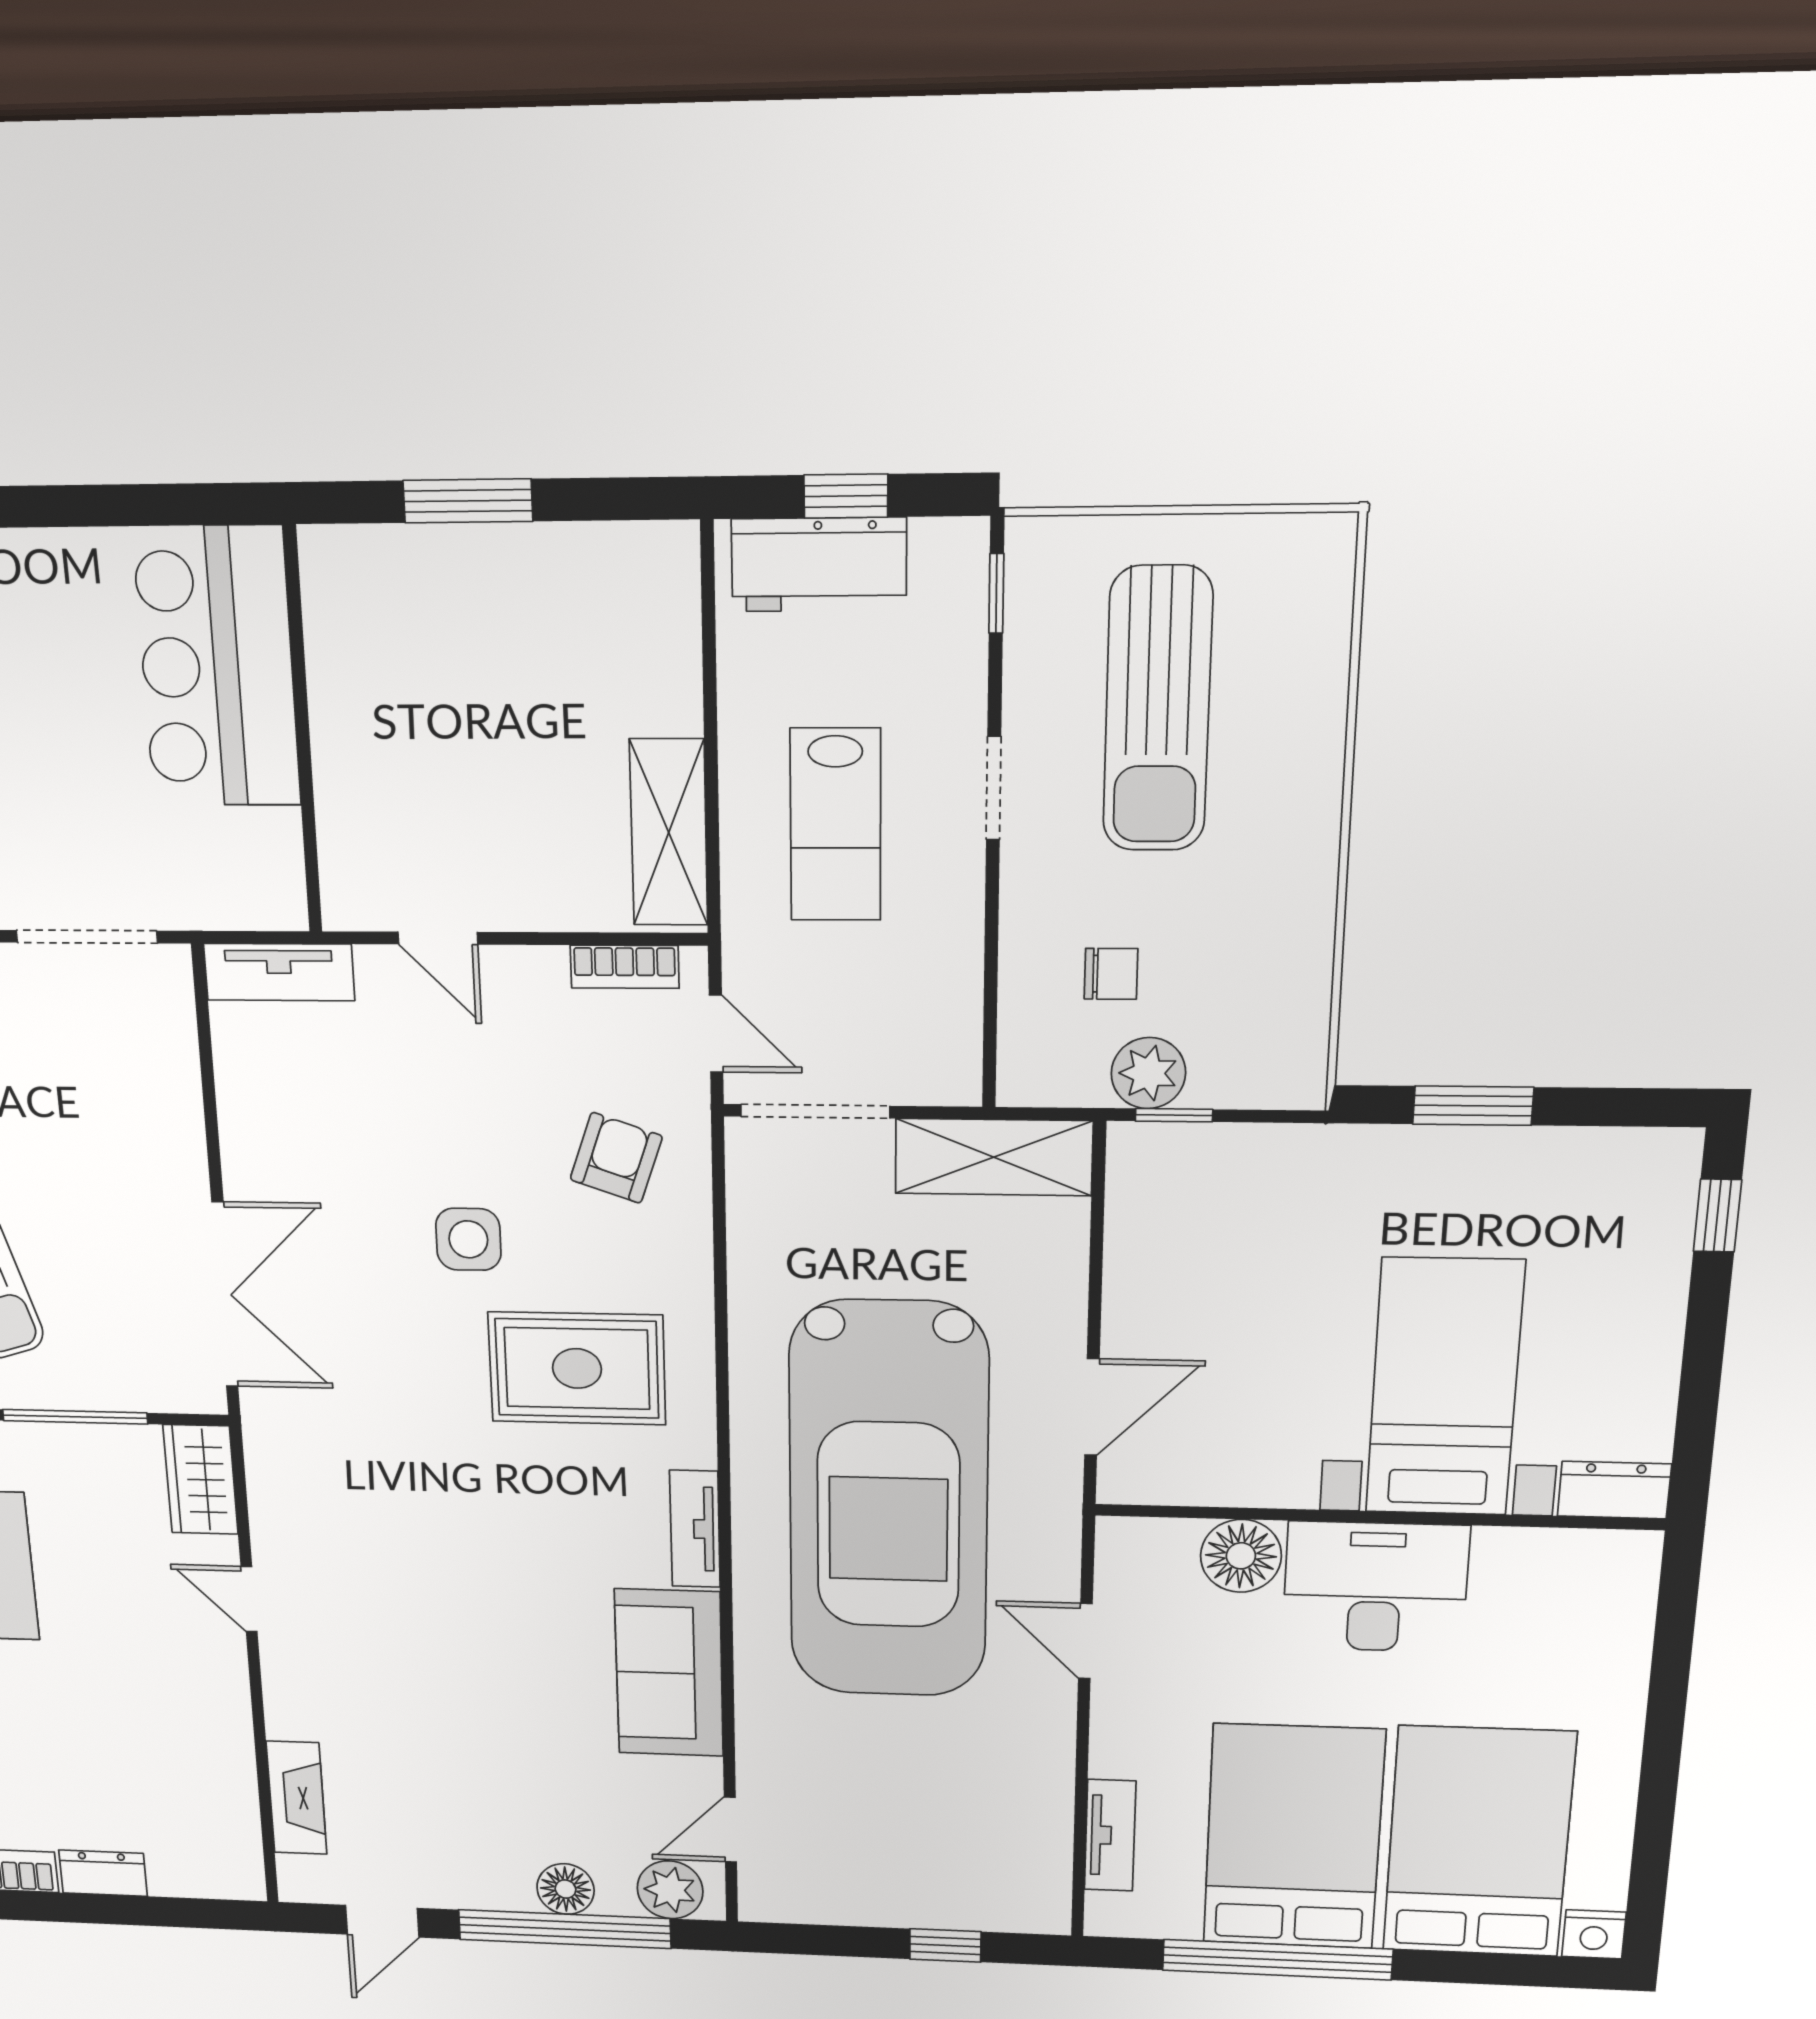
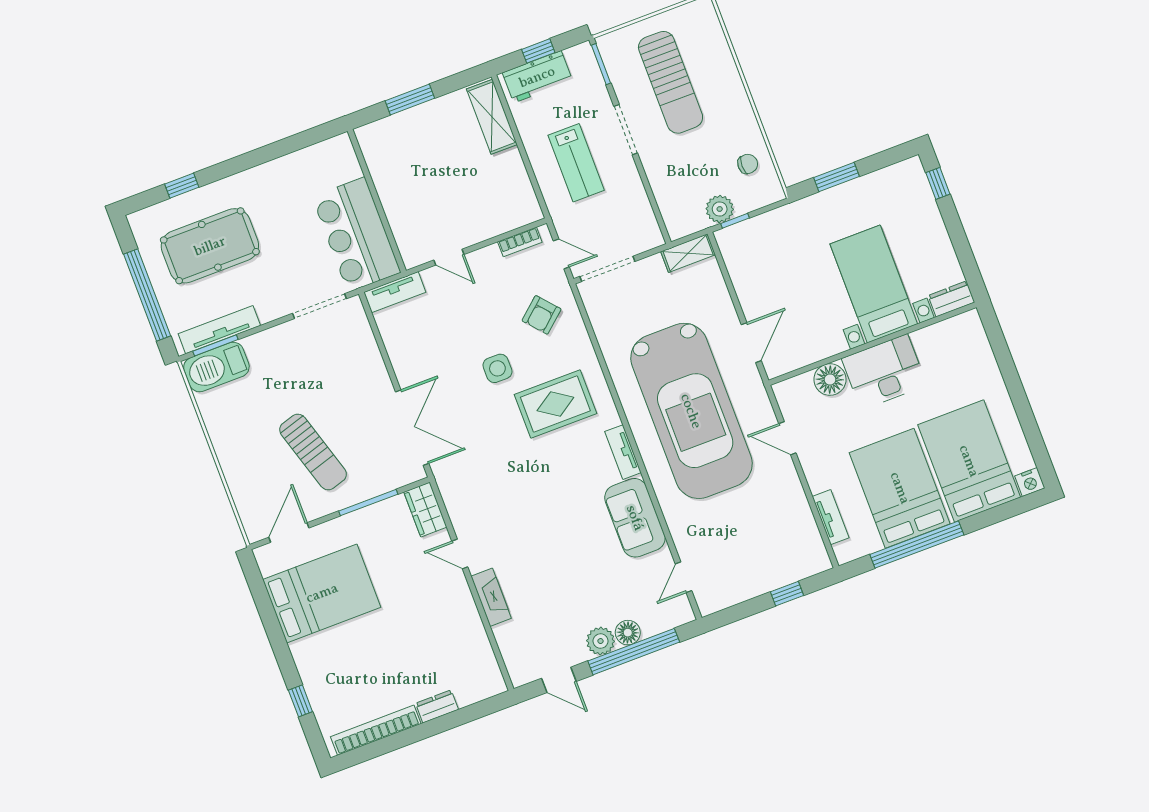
window: (996, 593) -> (601, 64), width x1.50
bar counter: (217, 667) -> (356, 235), moved
doorway: (994, 788) -> (626, 130), width x1.38
shelving: (669, 833) -> (492, 117), moved
chair: (1111, 974) -> (748, 164), moved
shelving: (994, 1157) -> (688, 253), width x0.67, depth x0.75
armchair: (616, 1158) -> (542, 315), turned -150
fireplace: (297, 1798) -> (491, 597), moved
plant: (670, 1890) -> (601, 641), moved
door: (382, 1921) -> (559, 680), hinge flipped

